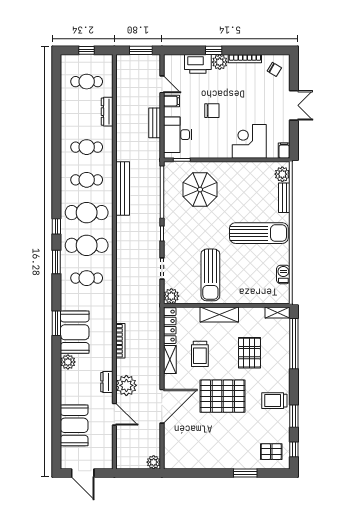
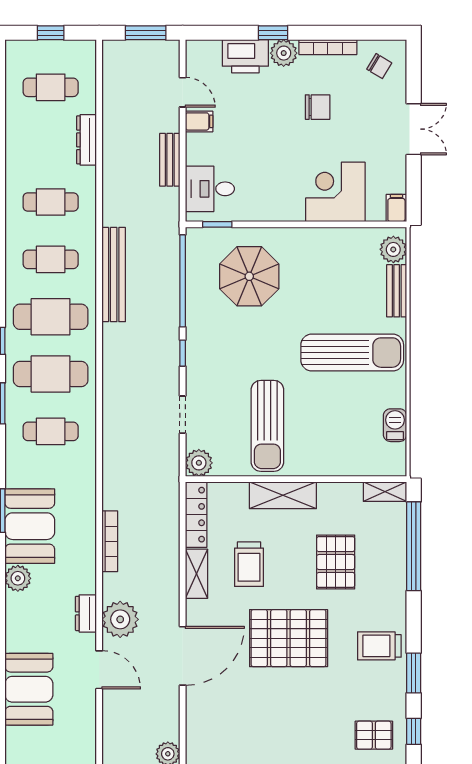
chair: (212, 111) -> (318, 107), moved
desk: (178, 135) -> (210, 189), width x0.73

